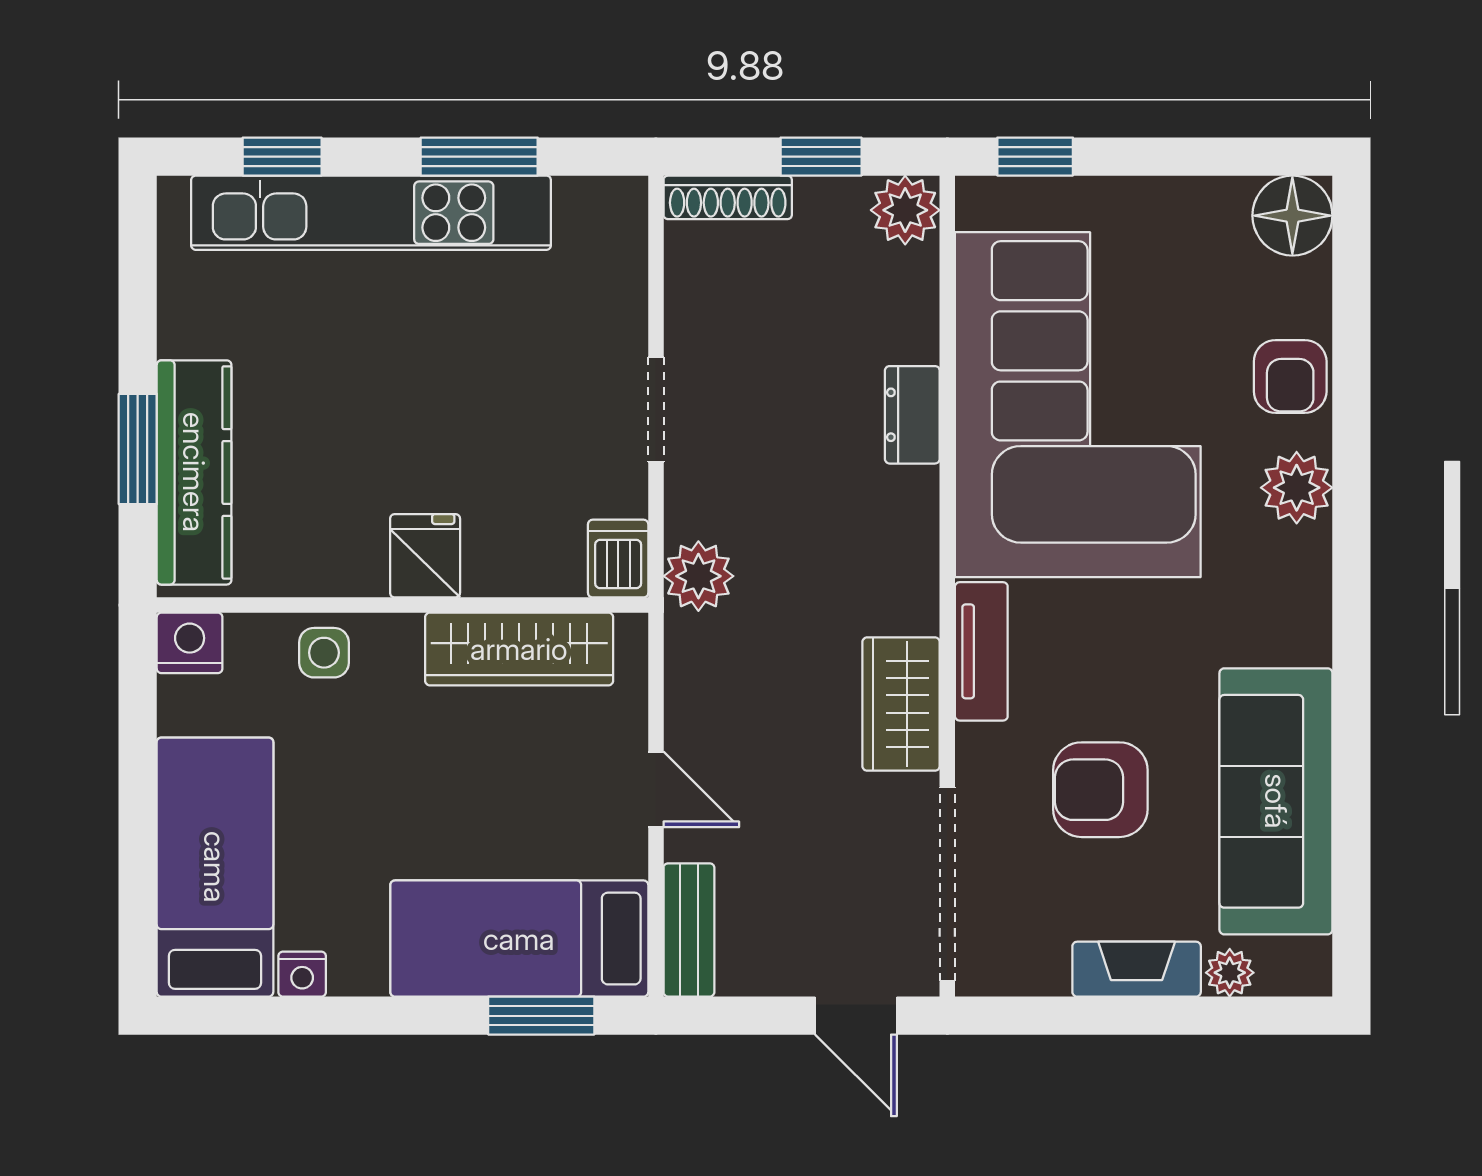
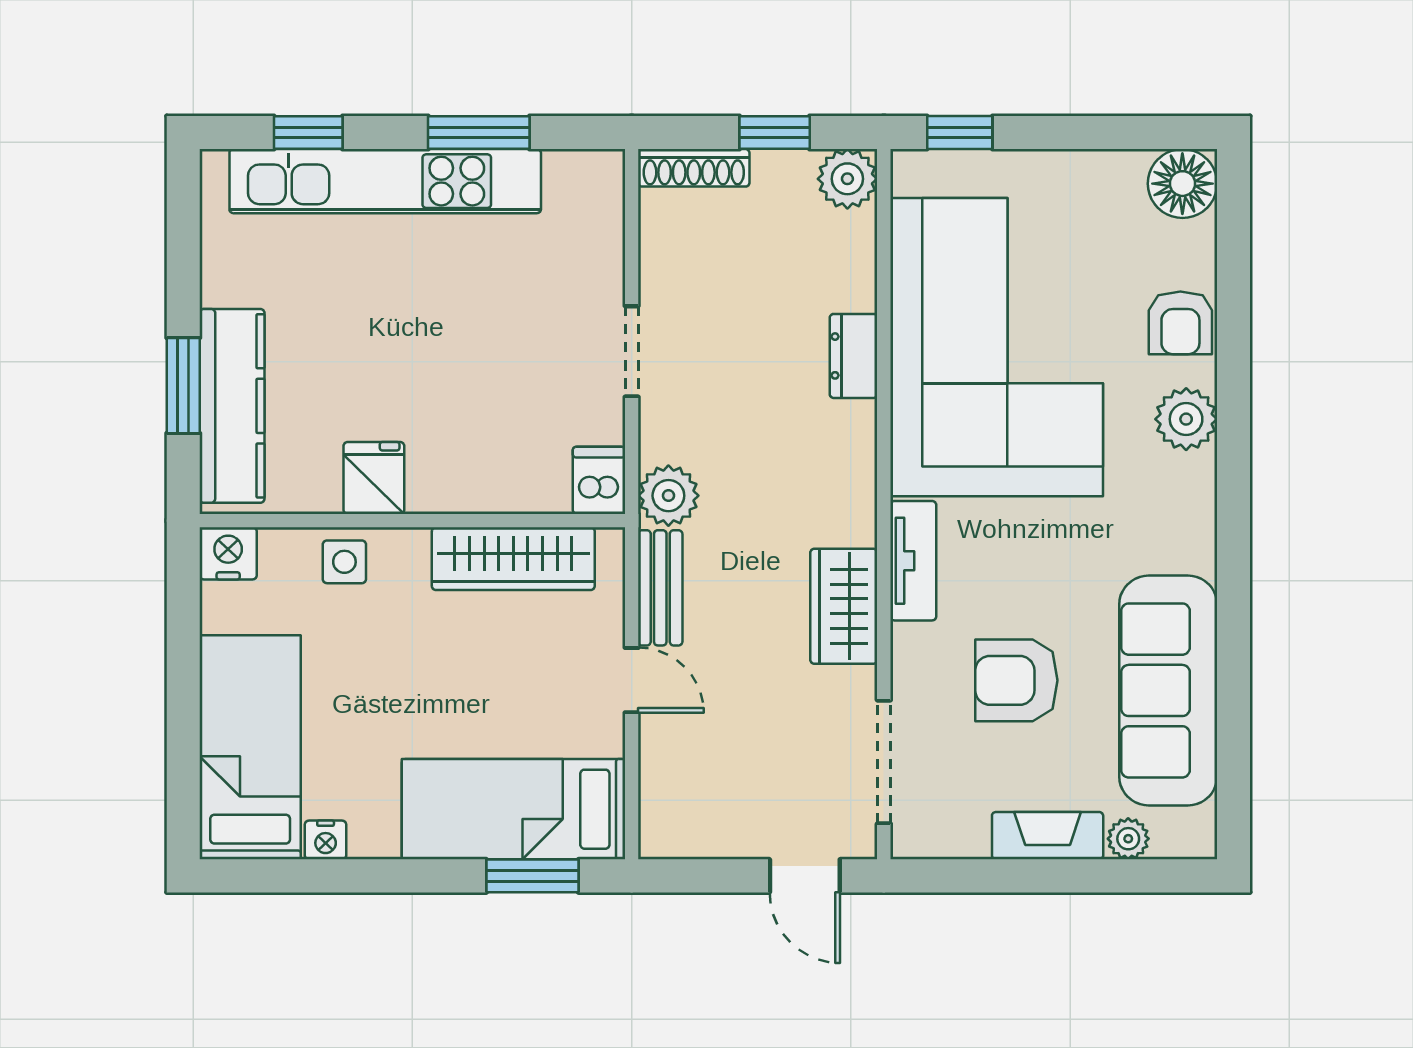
fridge: (425, 556) -> (374, 478), moved
doorway: (947, 884) -> (884, 762), width x0.73
bench: (689, 930) -> (660, 588), moved

